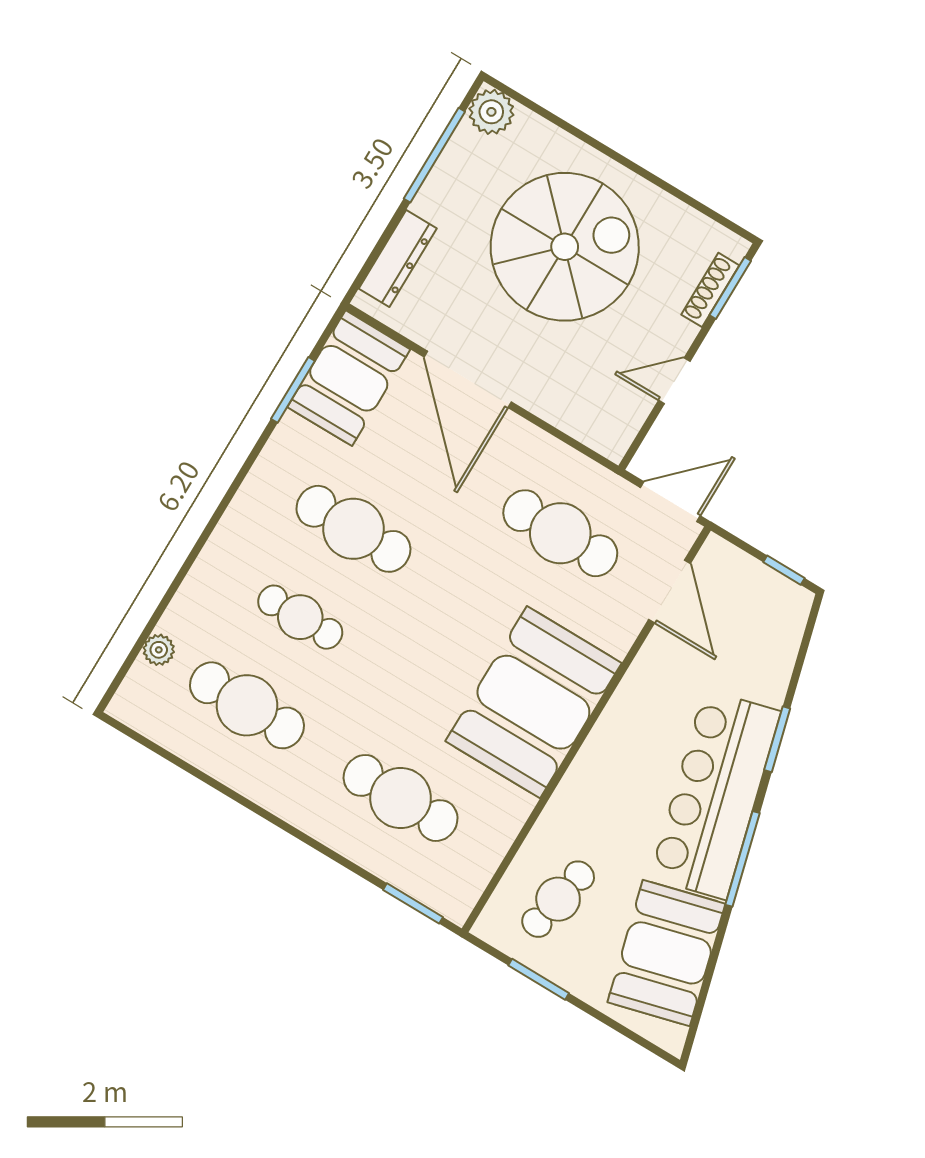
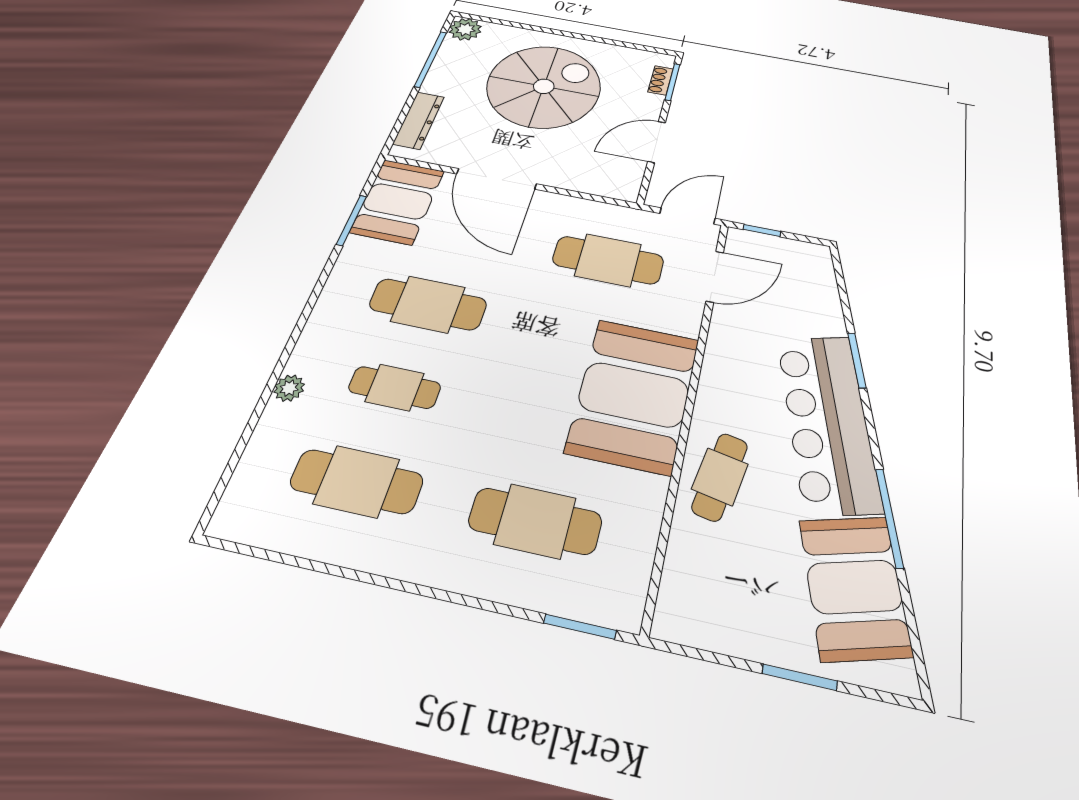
shoe rack: (710, 290) -> (660, 80), width x0.70
door: (674, 381) -> (657, 142), width x1.38
window: (784, 570) -> (762, 230), moved
door: (669, 592) -> (715, 276), hinge flipped
plant: (159, 650) -> (289, 388), moved
window: (742, 859) -> (889, 518), moved
cafe table: (558, 899) -> (720, 477), moved
window: (539, 979) -> (800, 677), moved

